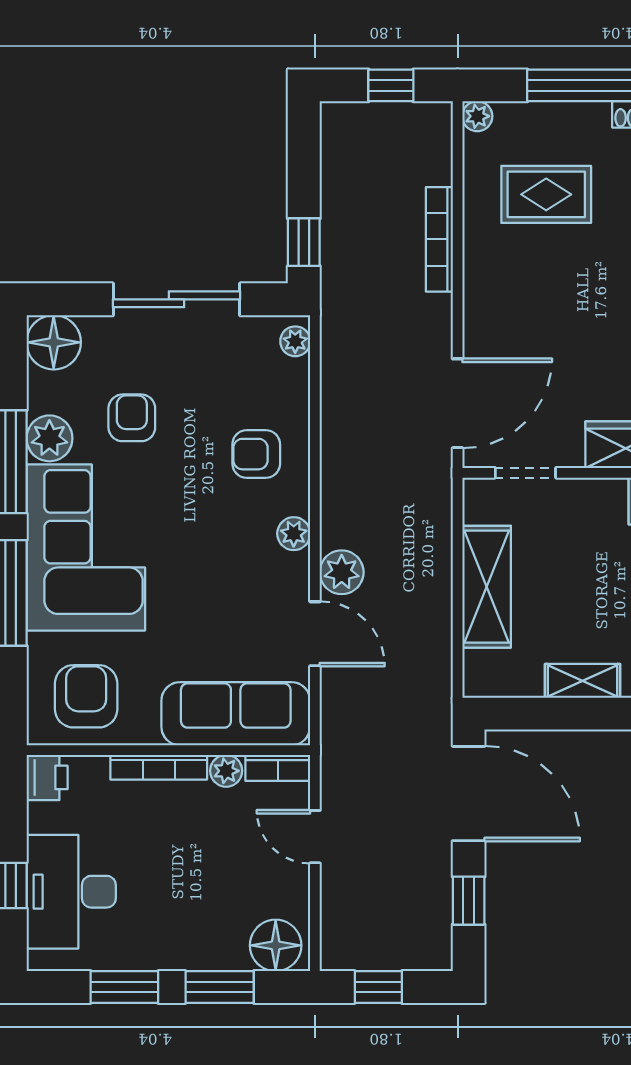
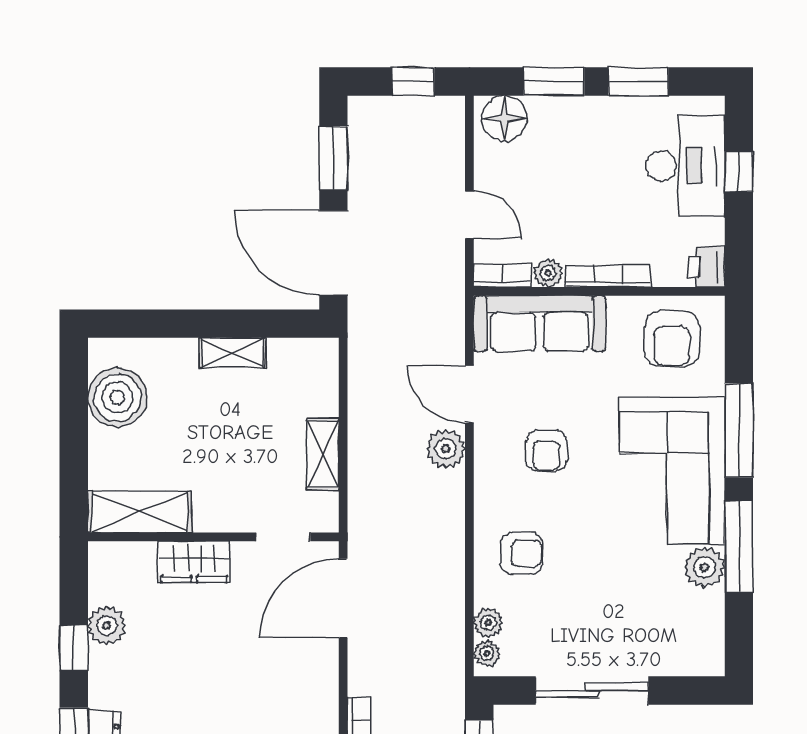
floor lamp: (54, 342) -> (701, 652), removed
armchair: (132, 418) -> (546, 451), moved
plant: (294, 534) -> (488, 623), moved
shelving: (487, 587) -> (323, 454), width x0.67, depth x0.75
window: (469, 901) -> (333, 158), width x1.50

